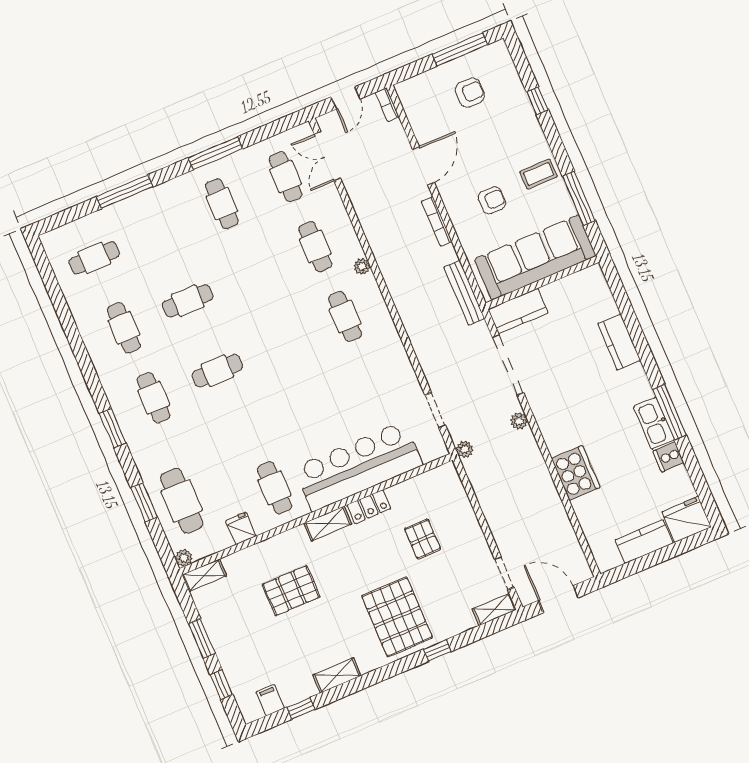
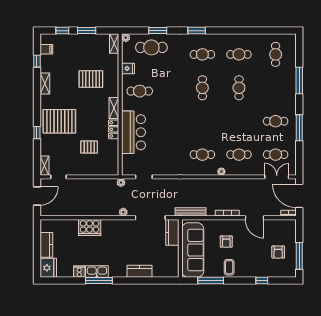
door: (346, 98) -> (299, 196), width x1.88
bar counter: (358, 466) -> (133, 132), width x0.73
pallet: (291, 591) -> (91, 79), turned 90

